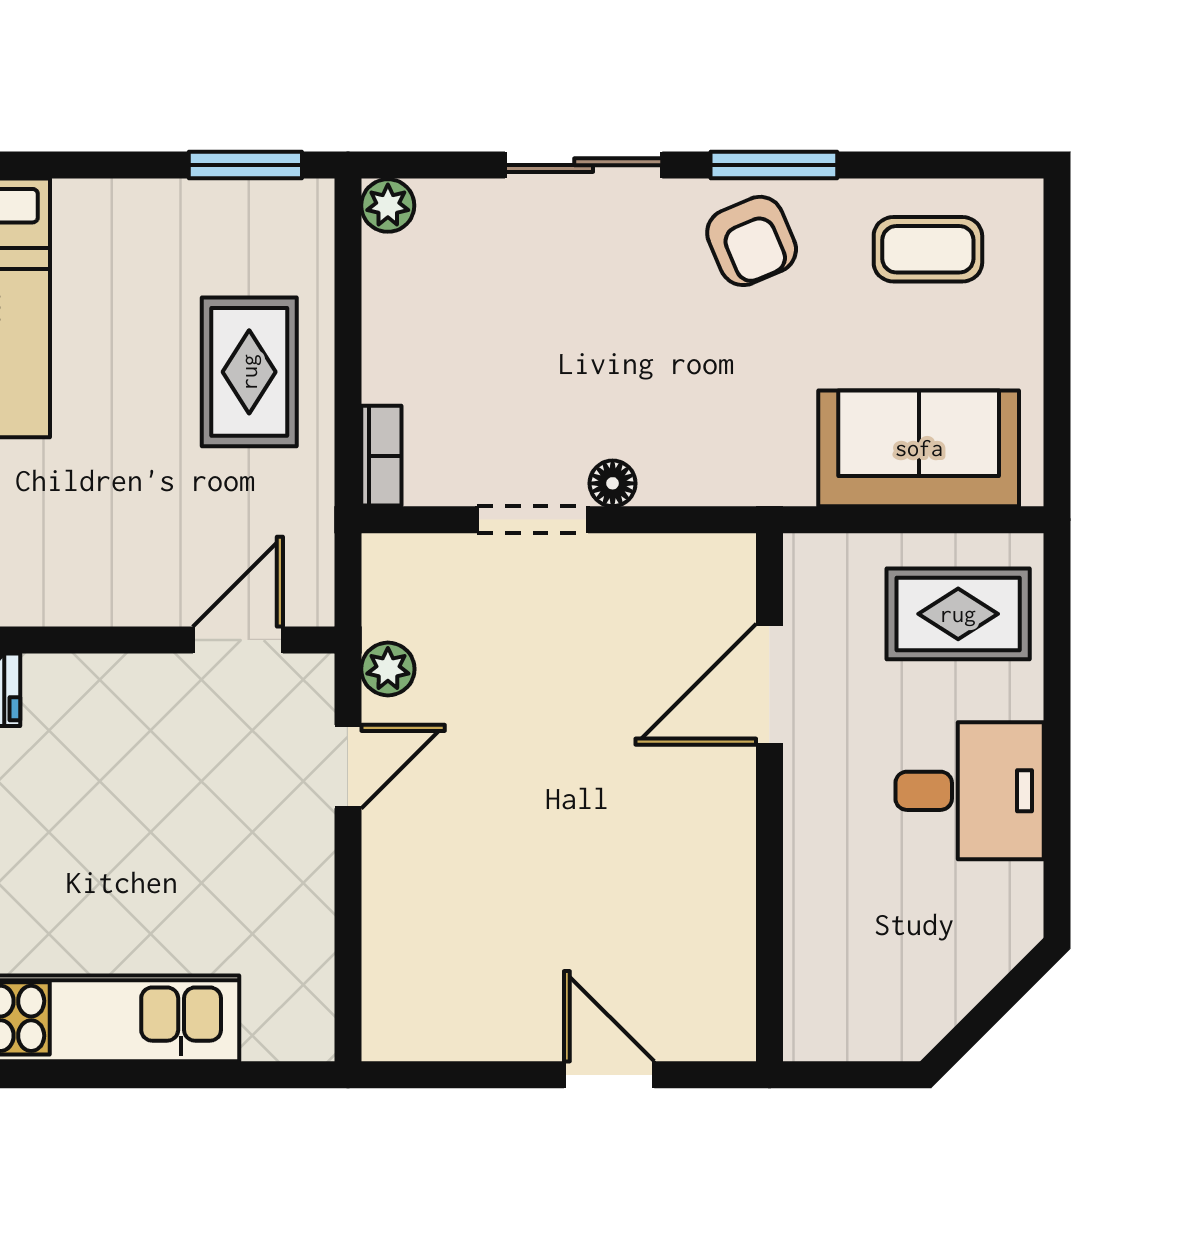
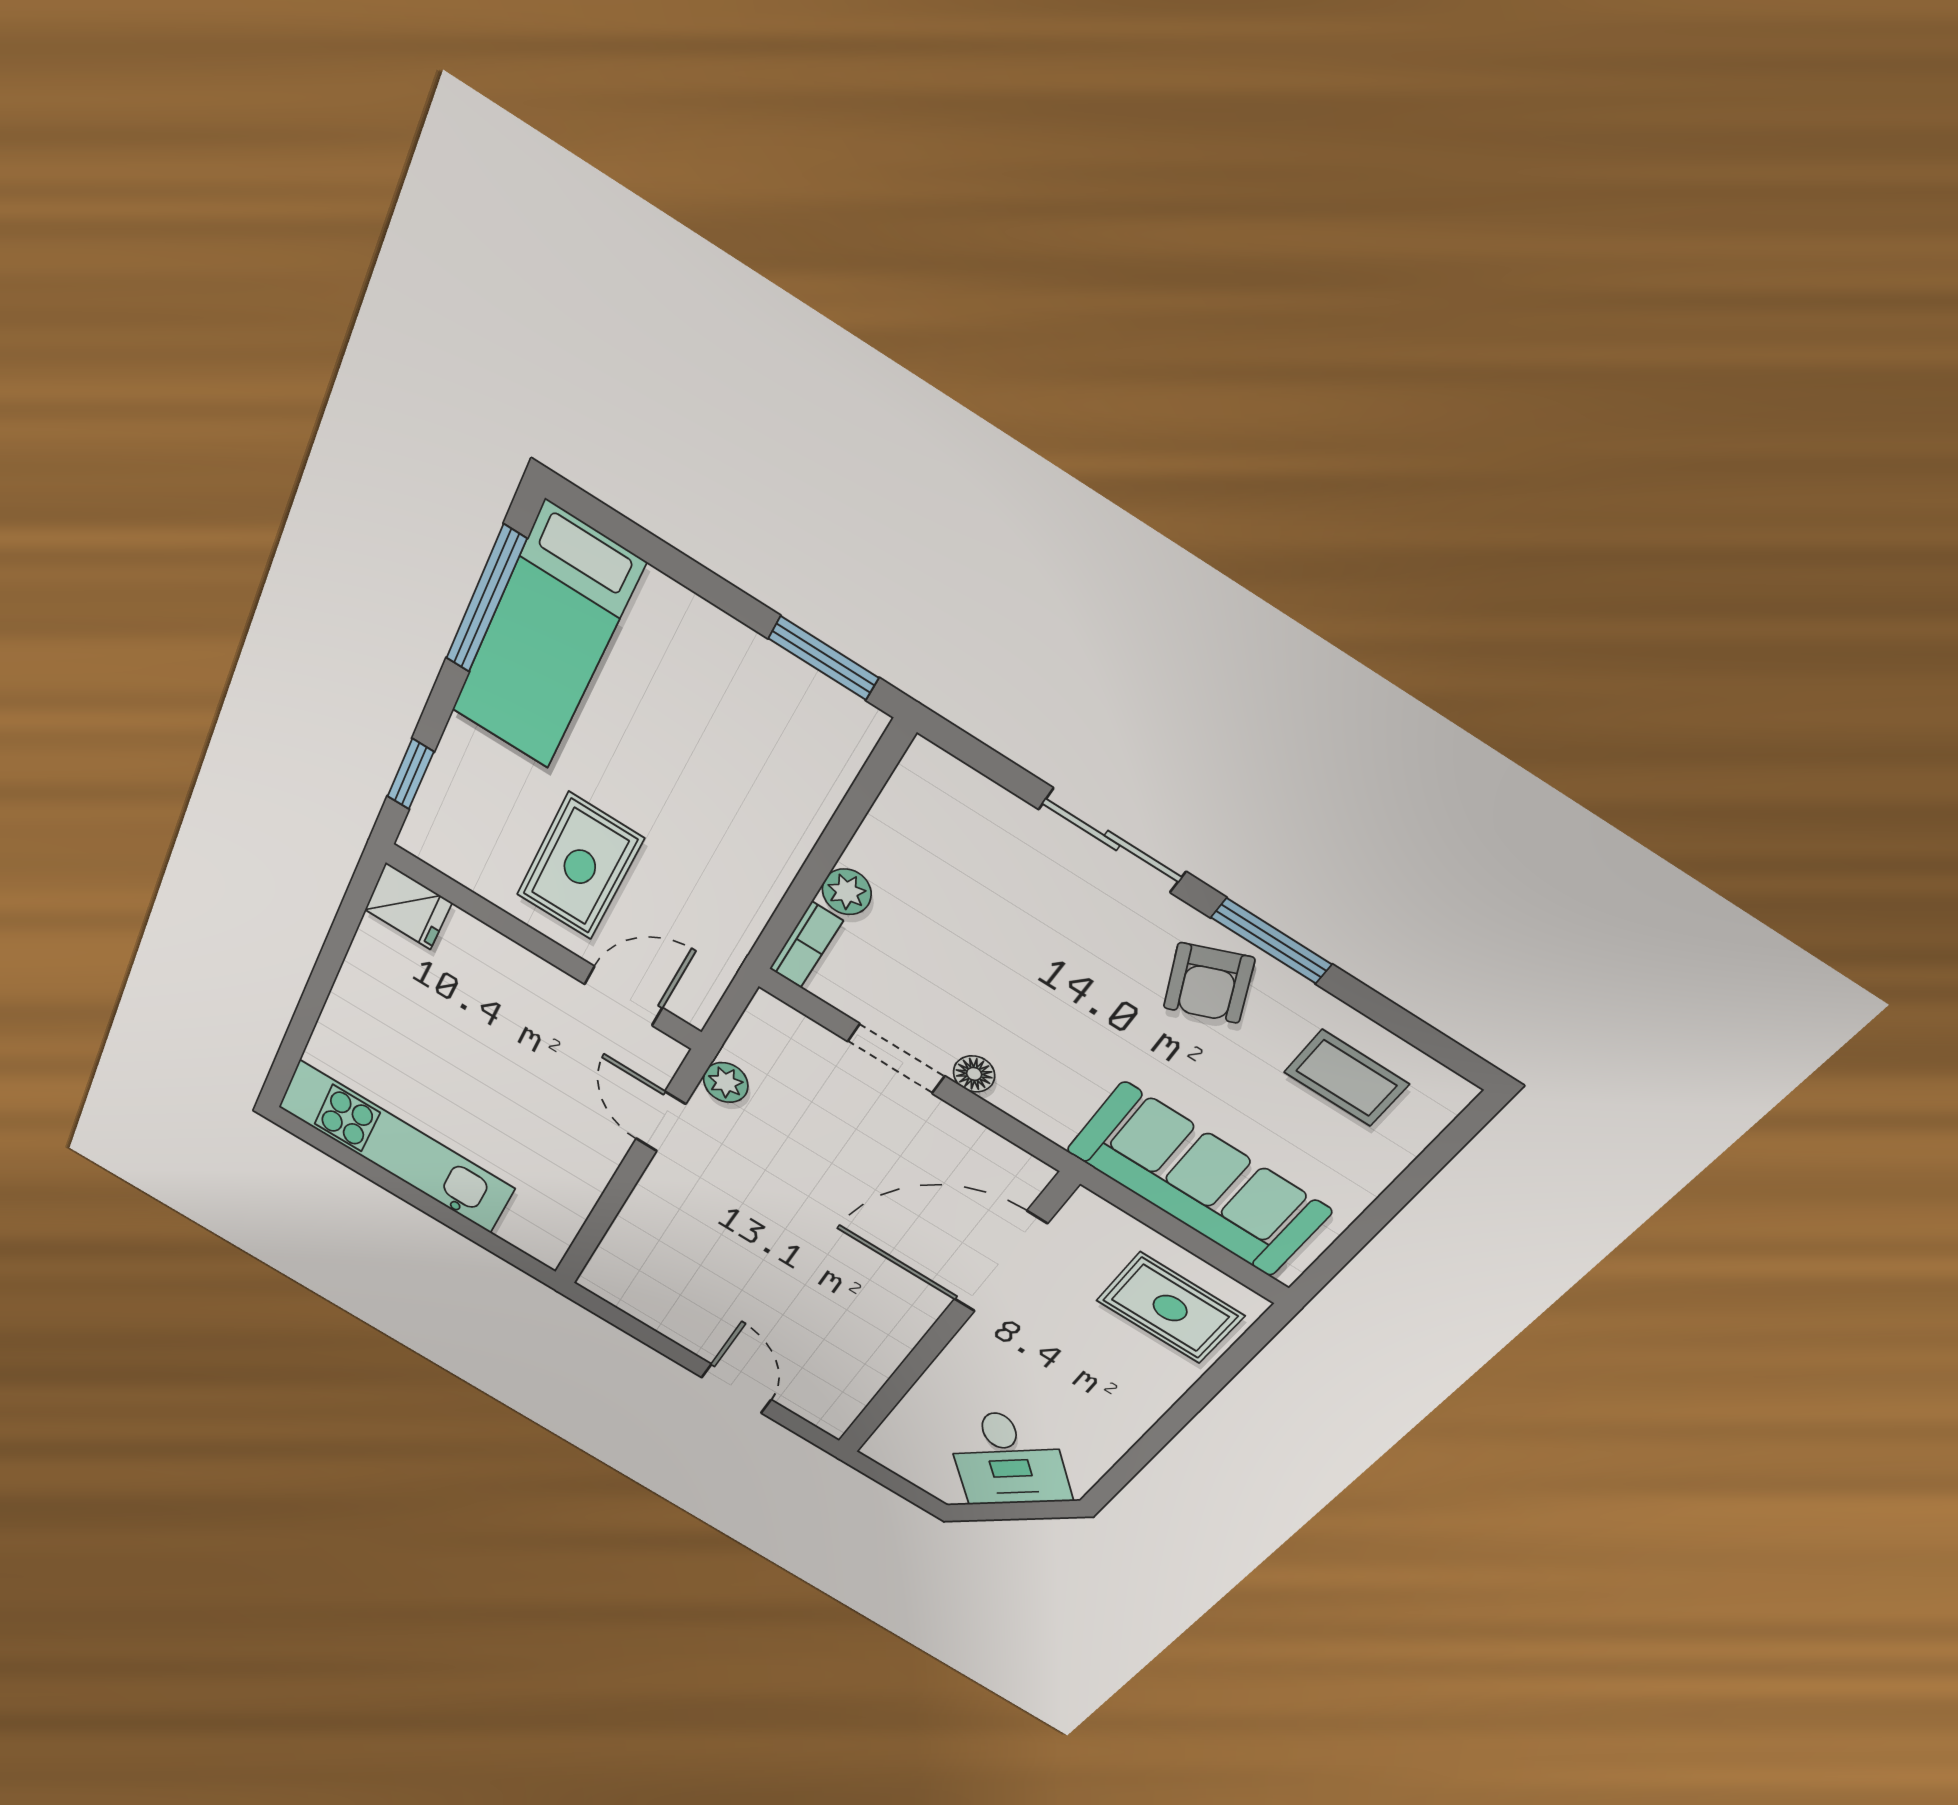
plant: (388, 206) -> (847, 892), moved
rug: (249, 372) -> (580, 867), moved
sofa: (919, 448) -> (1199, 1180), width x1.36
door: (769, 684) -> (1000, 1262), width x1.36
door: (348, 767) -> (661, 1121), swing flipped
desk: (970, 791) -> (1008, 1459), moved, turned 45

